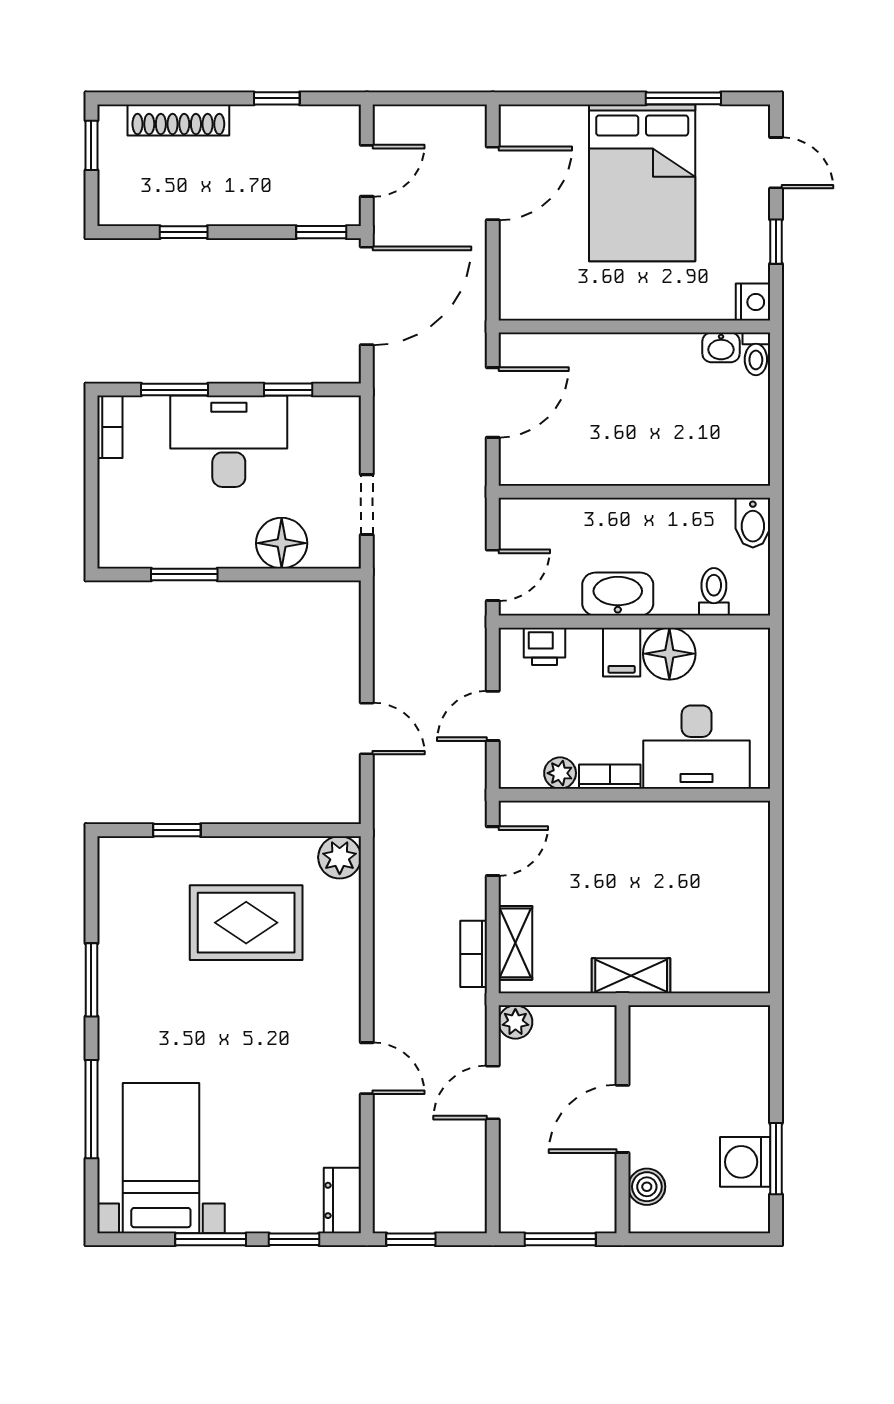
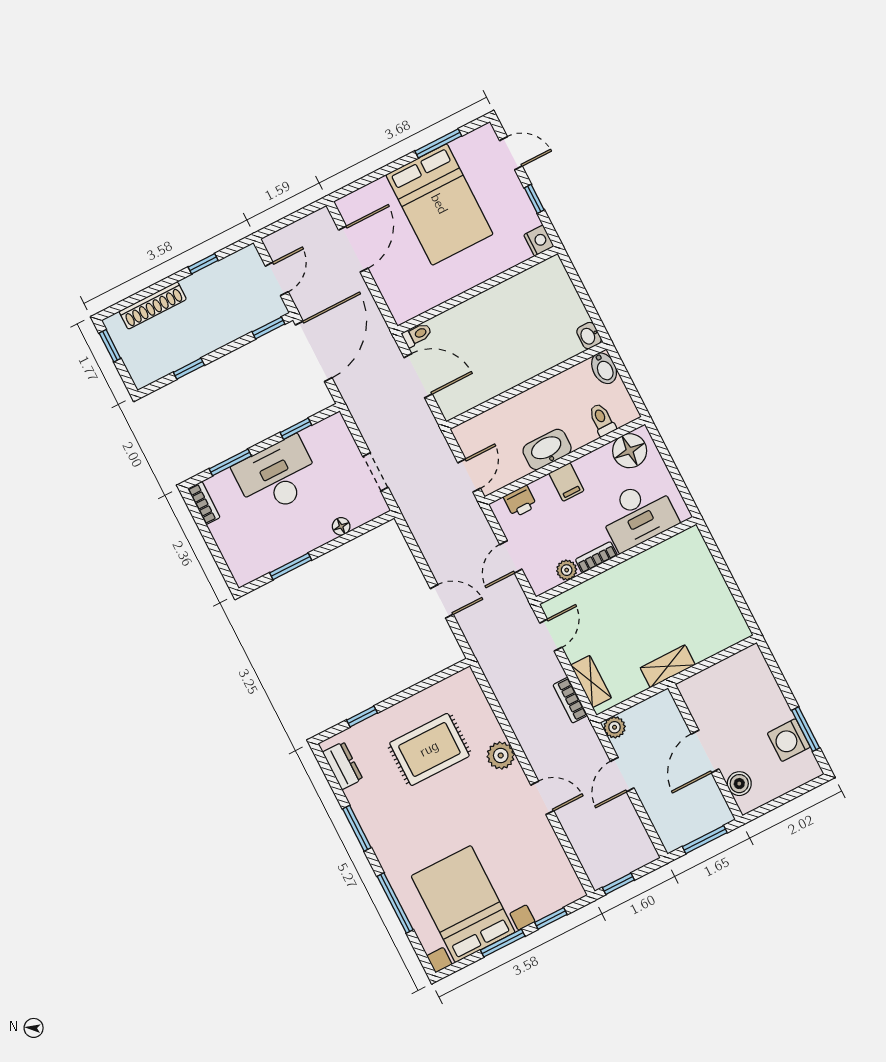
washbasin: (721, 347) -> (589, 336), moved, turned 90
toilet: (756, 354) -> (417, 335), moved, turned -90
door: (493, 403) -> (418, 376), hinge flipped
floor lamp: (282, 543) -> (341, 526), width x0.53, depth x0.53
floor lamp: (669, 654) -> (630, 451), moved
plant: (340, 857) -> (501, 755), moved
bed with nightstands: (161, 1158) -> (463, 904), width x1.36
dresser: (342, 1200) -> (343, 766), moved, turned 180

